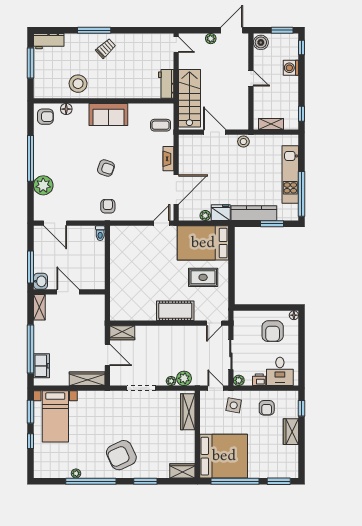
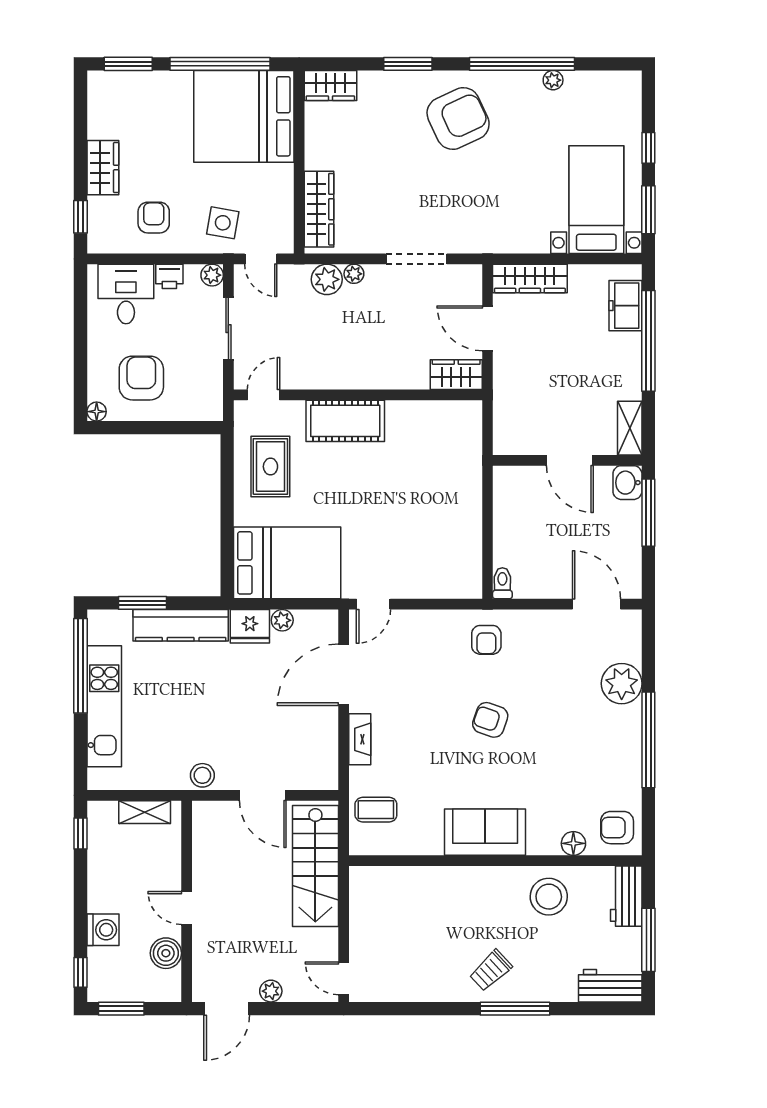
boiler: (261, 42) -> (166, 953), moved
workbench: (166, 84) -> (626, 896), moved, turned 180
rug: (203, 277) -> (270, 467), moved, turned 90

